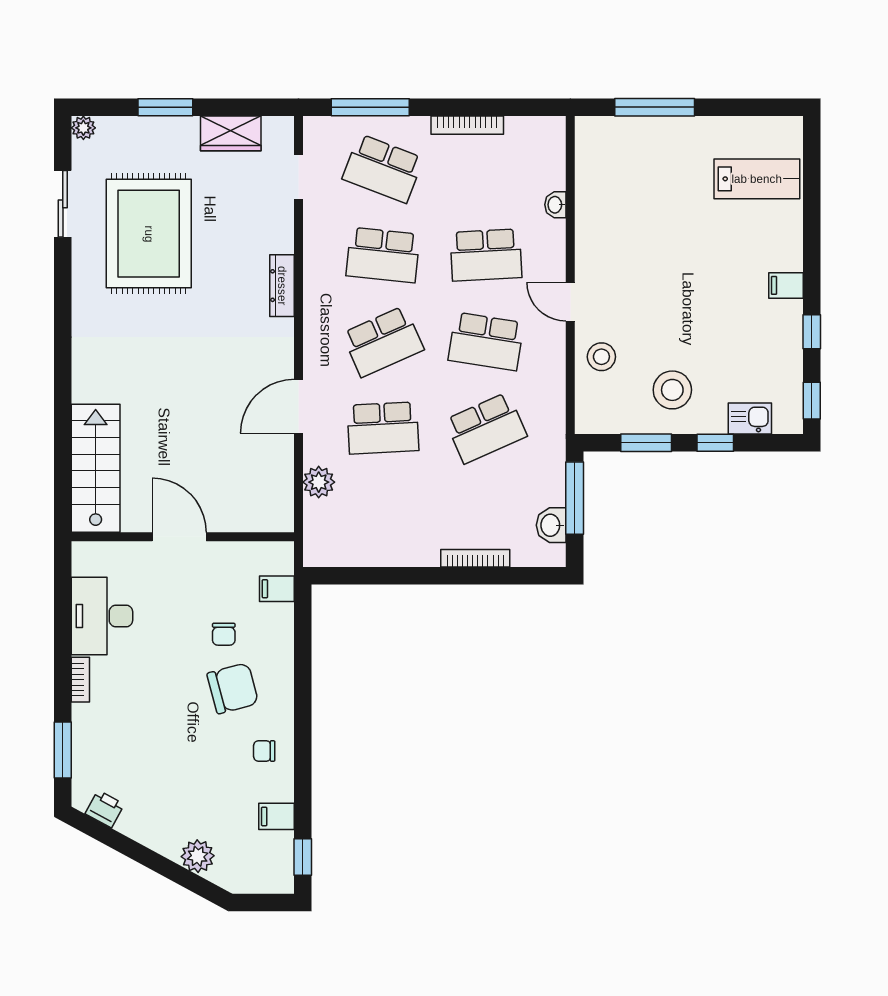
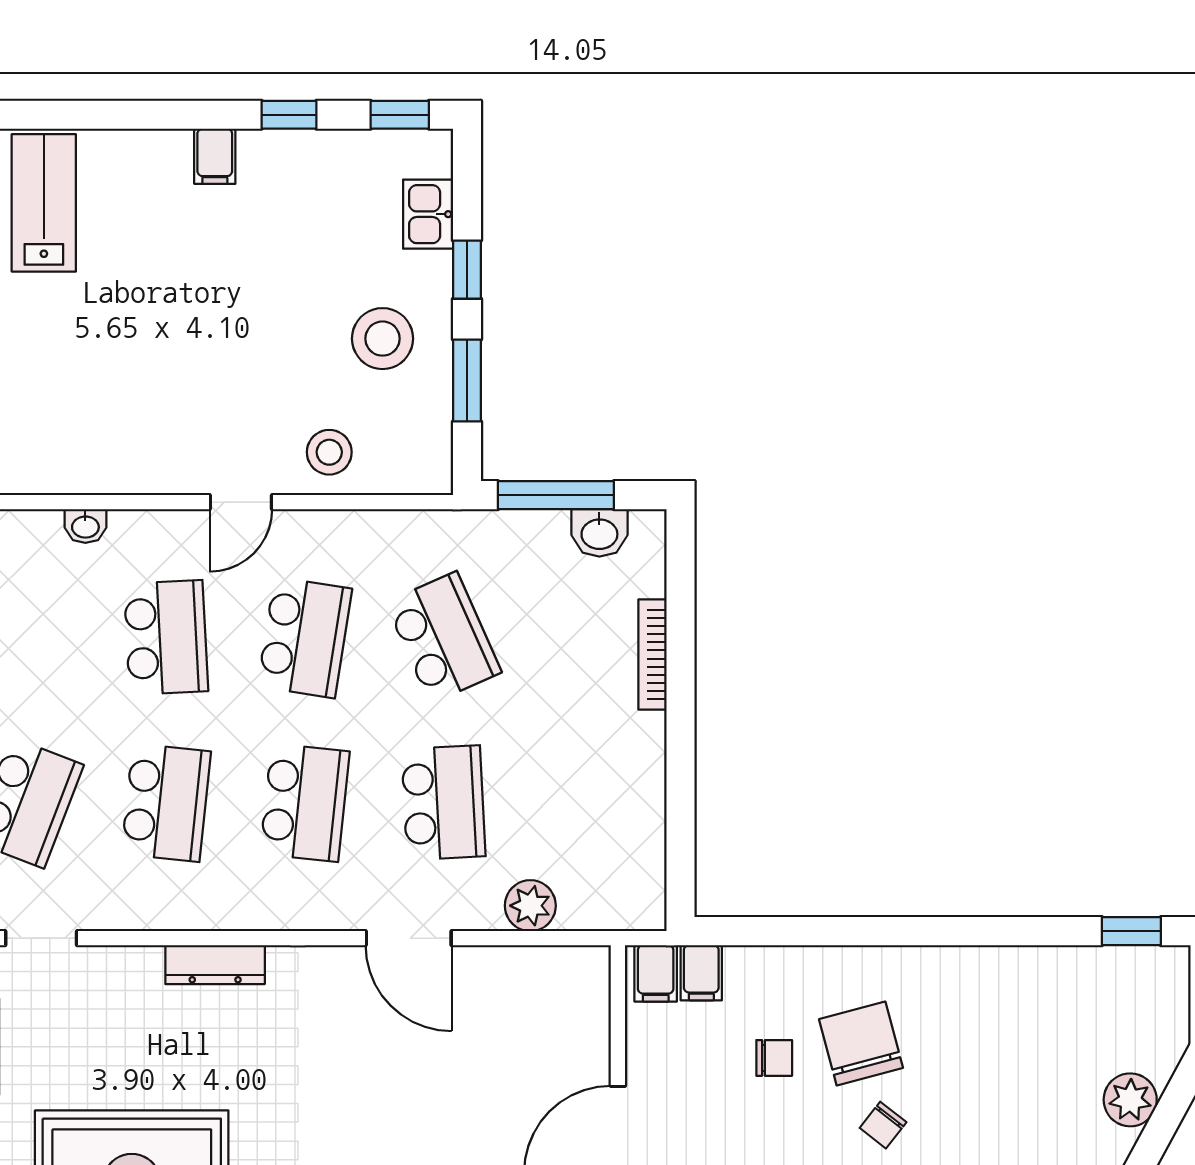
school desk: (383, 341) -> (305, 803), turned 30
chair: (264, 751) -> (883, 1125), moved, turned 38
filing cabinet: (277, 816) -> (656, 973), moved

